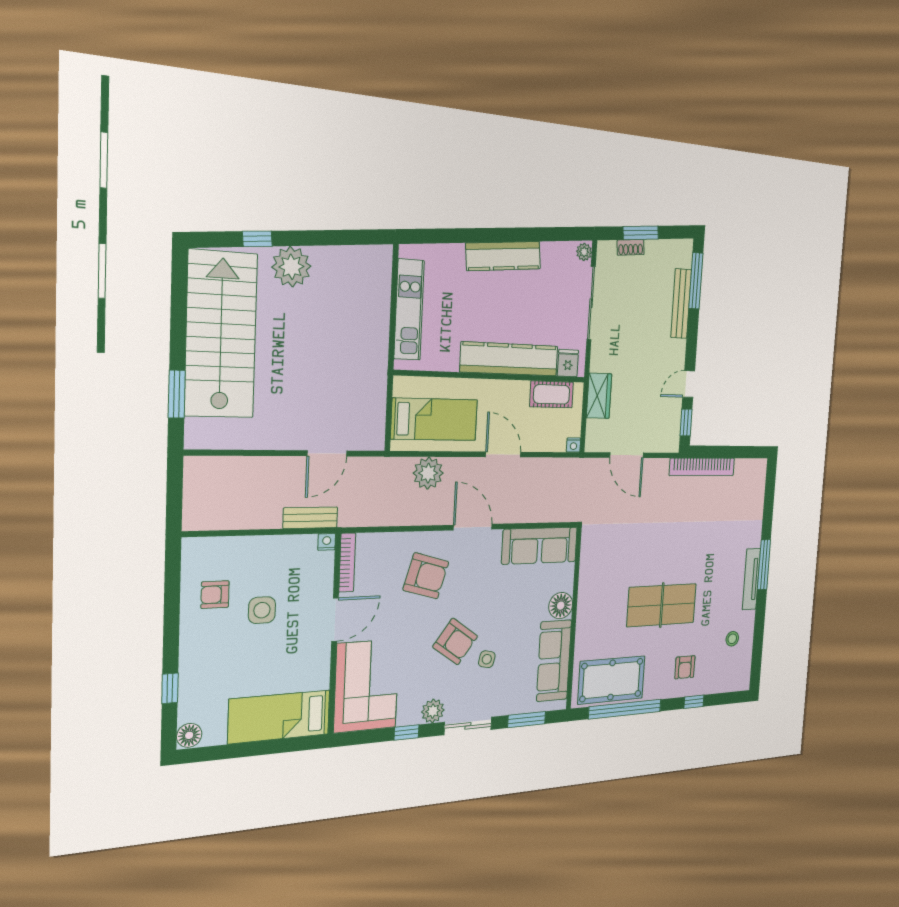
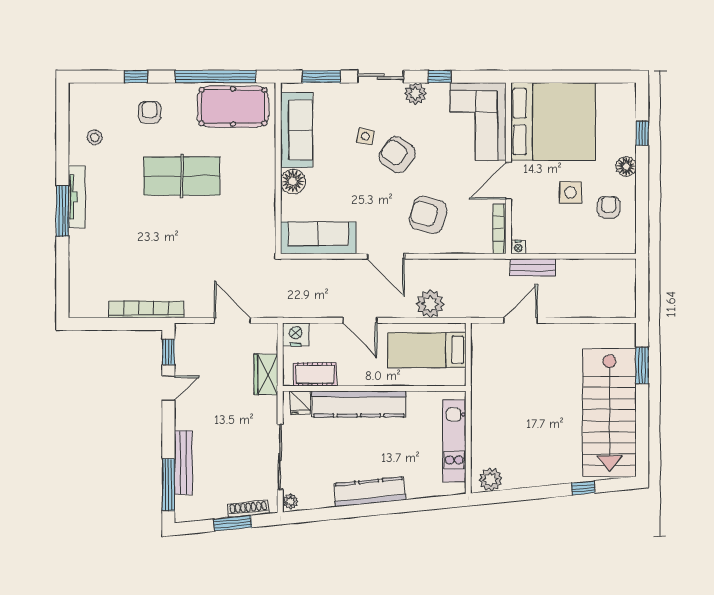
shoe rack: (631, 247) -> (248, 509), width x1.43
plant: (291, 267) -> (491, 479), moved, width x0.73, depth x0.73
nightstand: (574, 445) -> (296, 334), width x1.89, depth x1.79
armchair: (215, 595) -> (609, 207), turned -90
bed: (279, 717) -> (553, 121), width x2.04
floor lamp: (189, 735) -> (626, 166), moved

